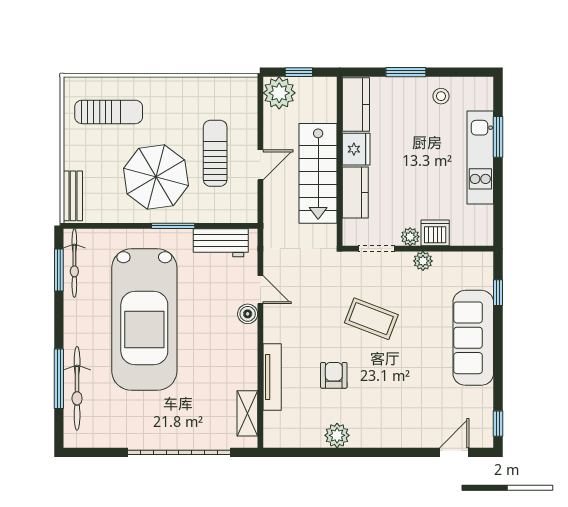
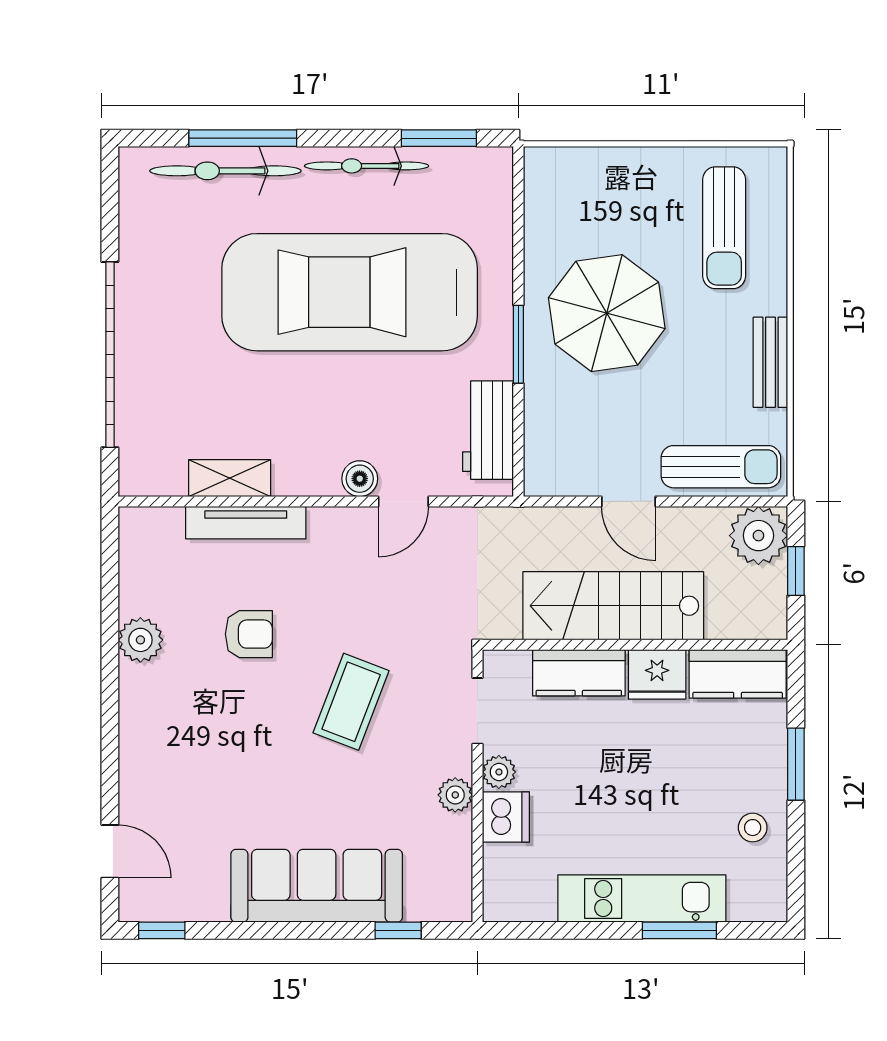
sun lounger: (215, 153) -> (721, 467), moved
bench: (73, 196) -> (770, 362), moved, turned 90
bicycle: (74, 263) -> (367, 166), moved
shelving: (247, 413) -> (230, 478), moved

